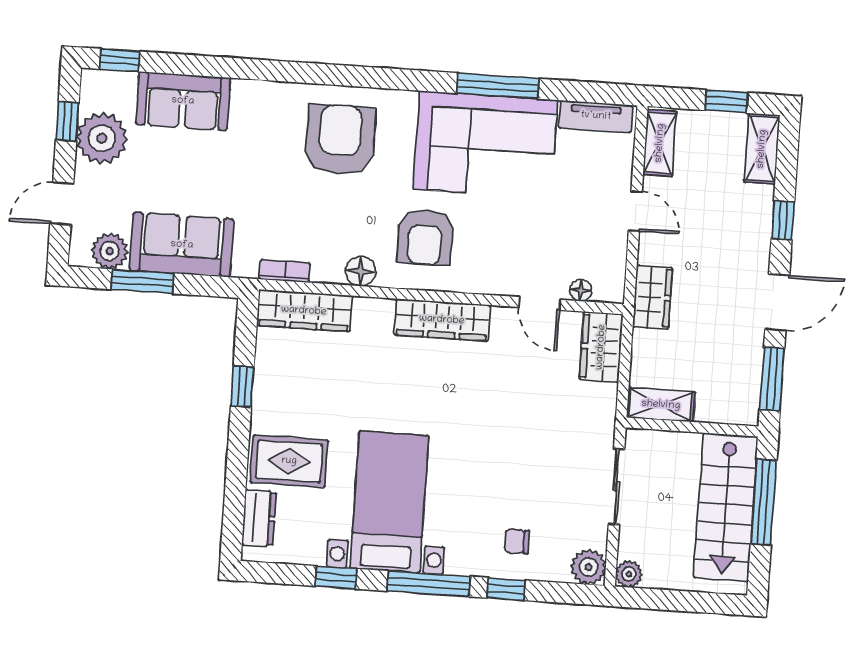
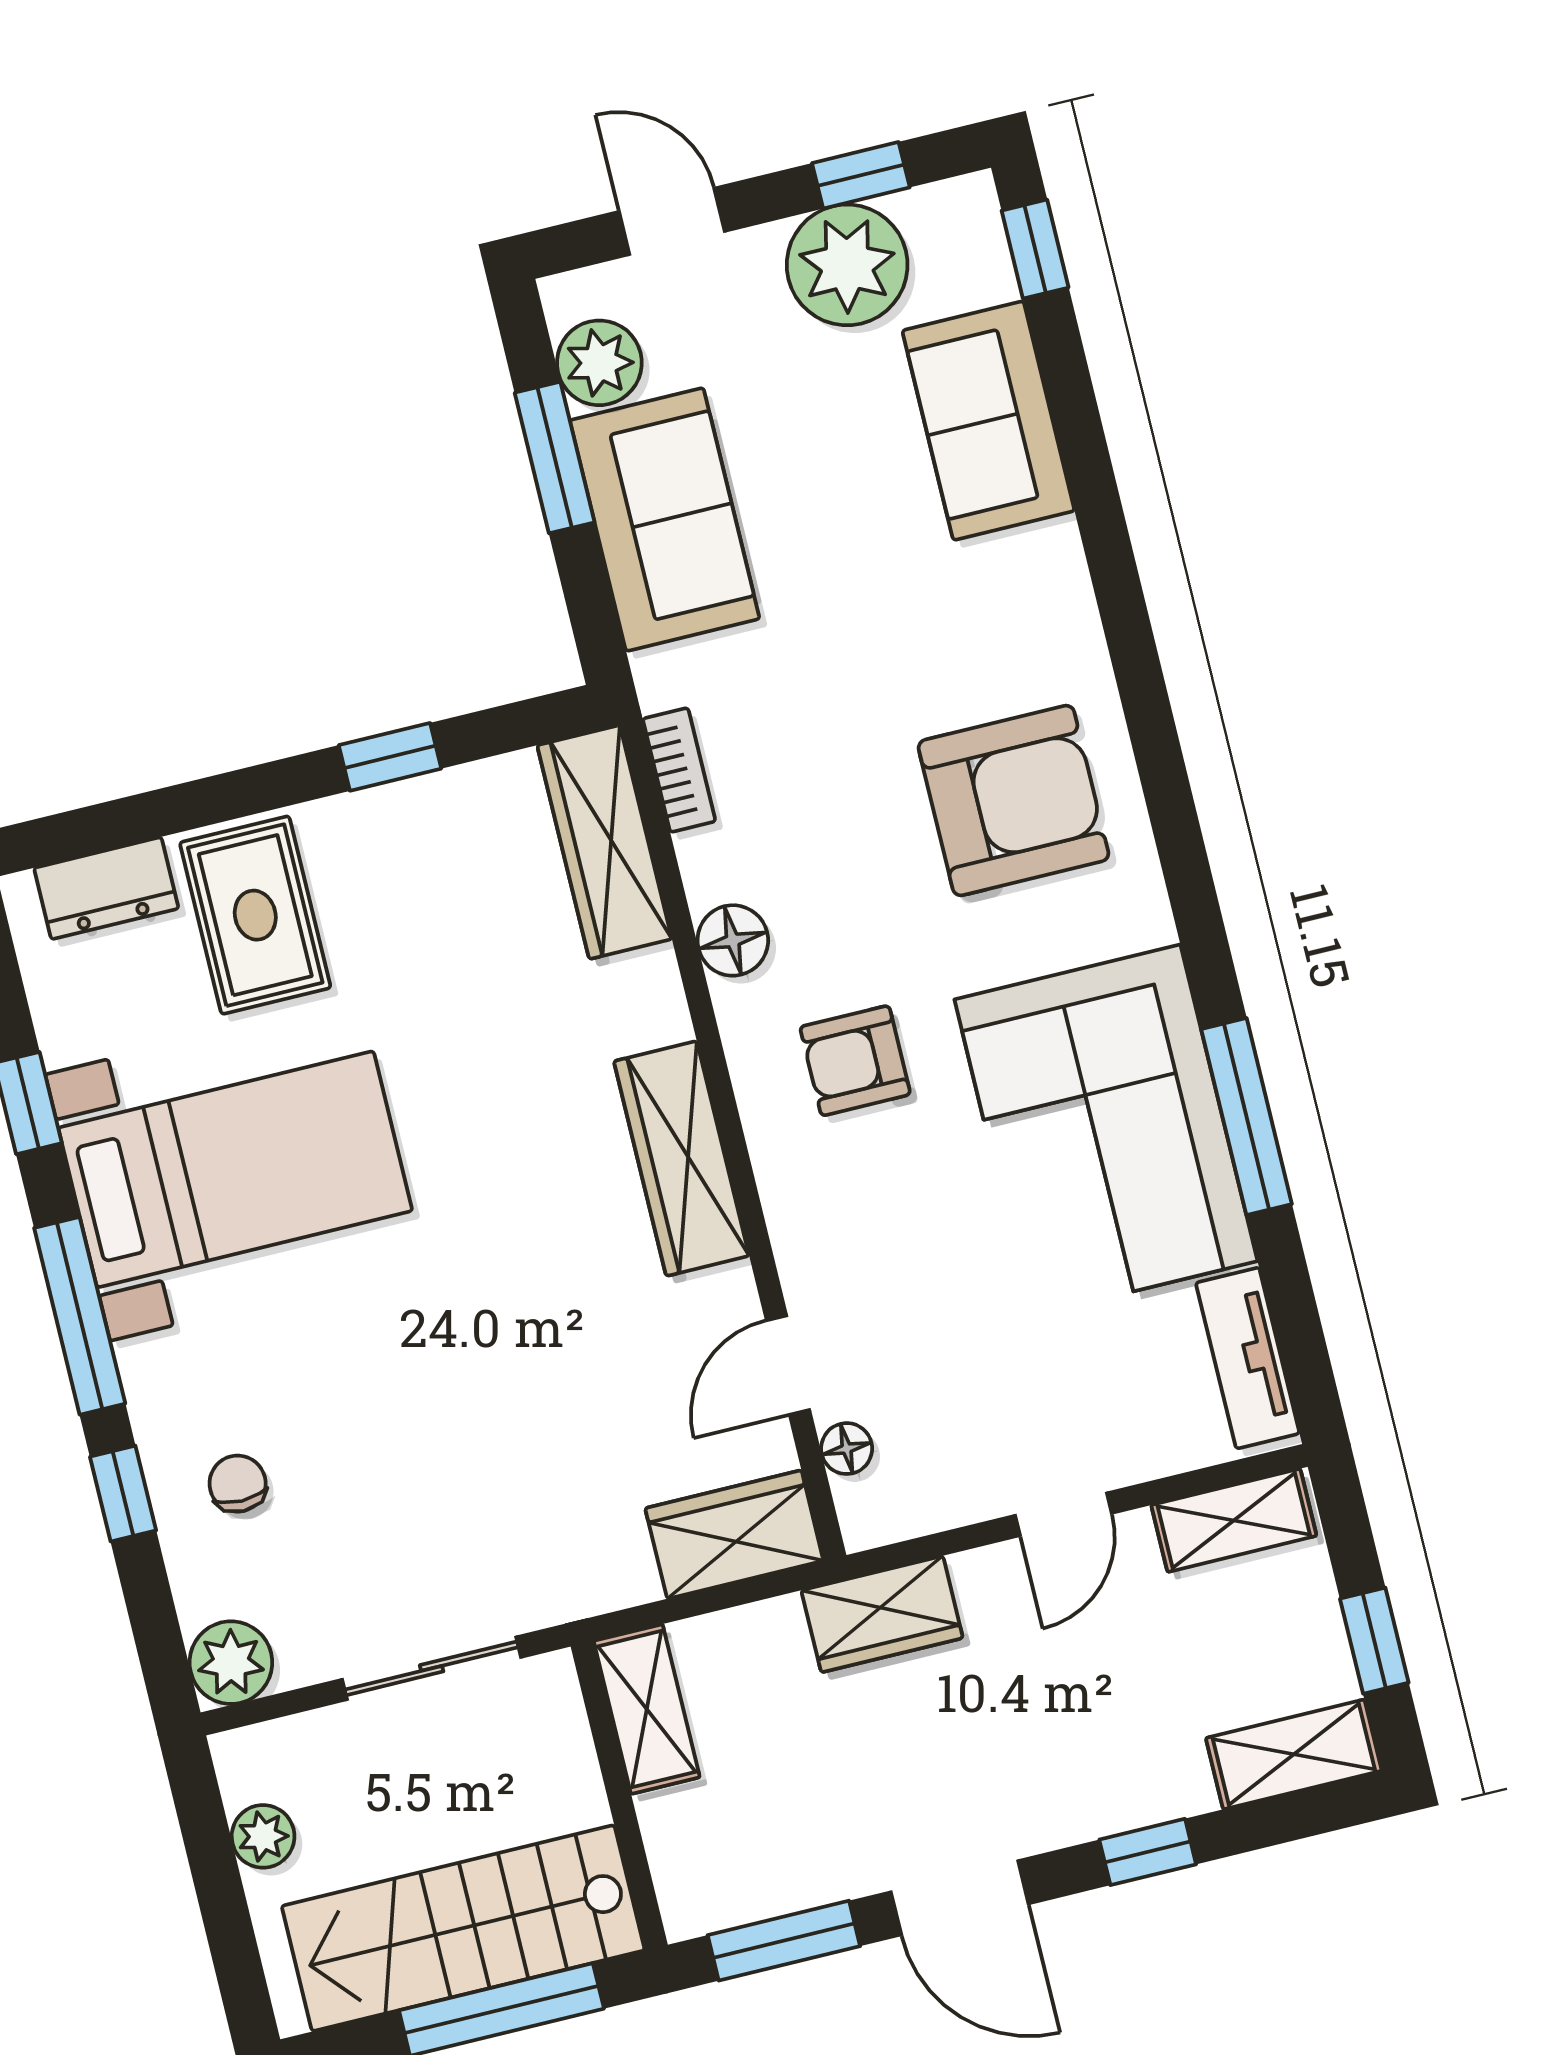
armchair: (425, 237) -> (855, 1061), width x0.72, depth x0.72
plant: (629, 574) -> (263, 1836), moved

